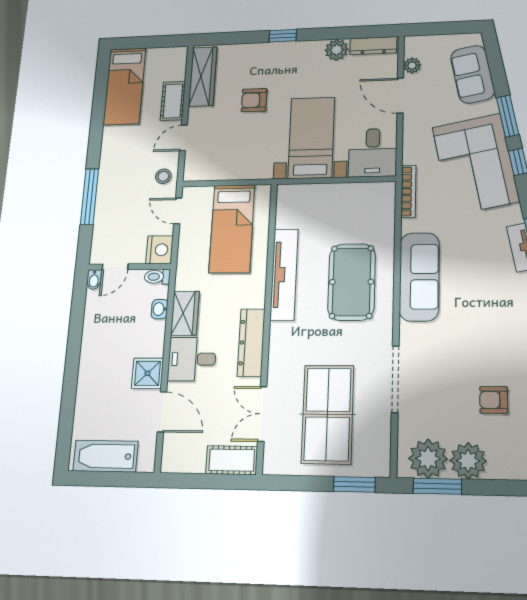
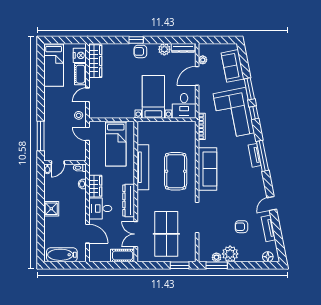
door: (400, 96) -> (197, 76), hinge flipped
armchair: (254, 100) -> (140, 51), moved
window: (89, 197) -> (41, 136), moved
nightstand: (159, 250) -> (80, 55), moved
shower: (147, 373) -> (51, 209), moved
plant: (428, 459) -> (216, 257), width x0.53, depth x0.53

